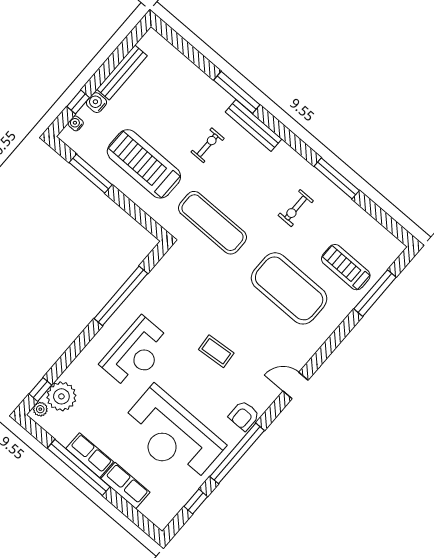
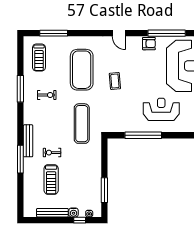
treadmill: (144, 164) -> (51, 179), moved, width x0.73, depth x0.73
treadmill: (346, 267) -> (39, 58), moved
coffee table: (216, 351) -> (115, 81), moved

